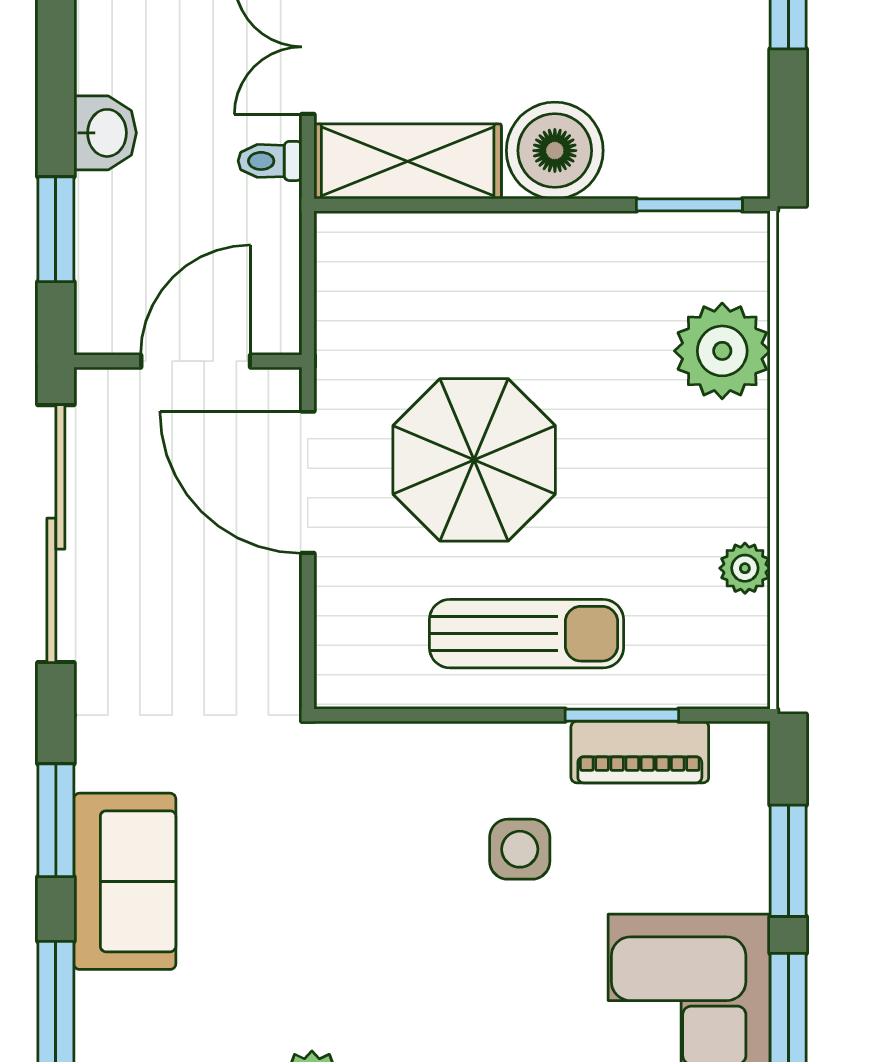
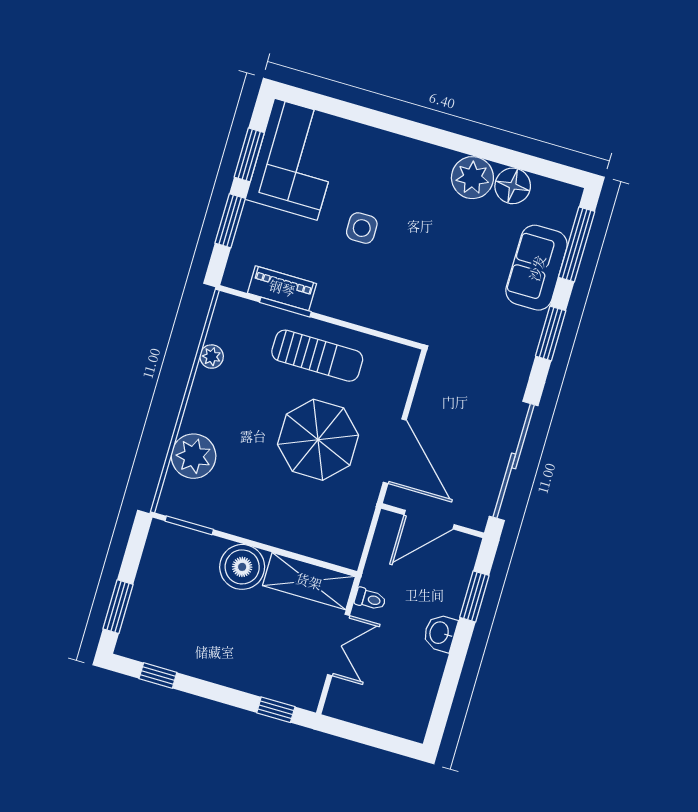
sun lounger: (526, 634) -> (317, 356), turned 180
side table: (520, 849) -> (362, 228), moved
sofa: (125, 881) -> (537, 268), moved

